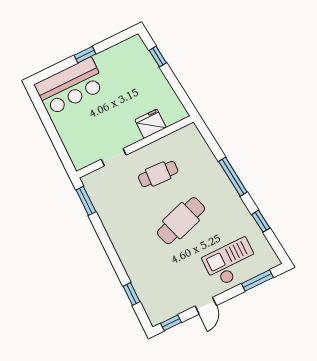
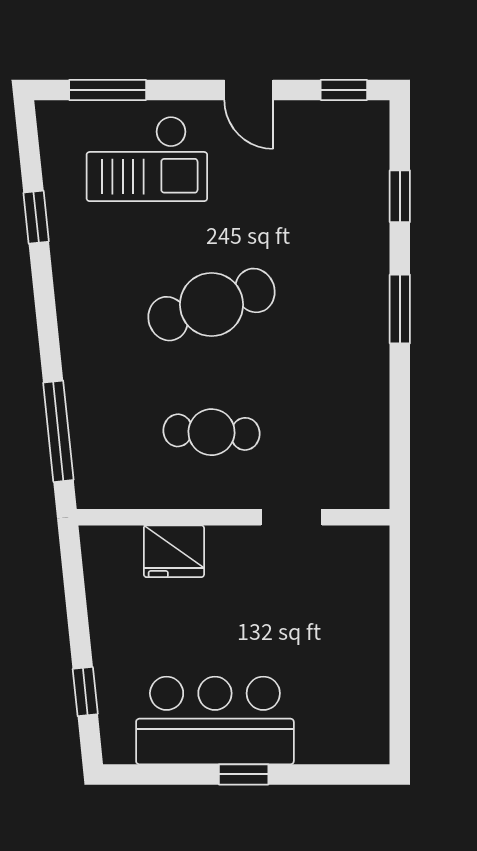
bar counter: (70, 86) -> (215, 720), moved
window: (233, 177) -> (58, 431), moved
window: (86, 201) -> (400, 309), moved
door: (206, 306) -> (249, 90), swing flipped

